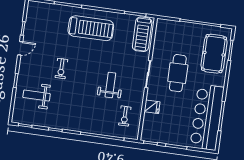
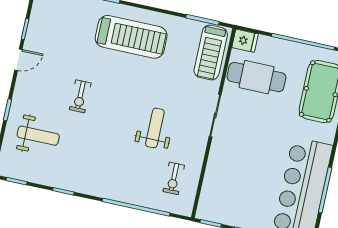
cafe table: (178, 73) -> (256, 77), moved, turned 90
weight bench: (37, 96) -> (38, 136), turned 180
fridge: (152, 107) -> (245, 41), moved

